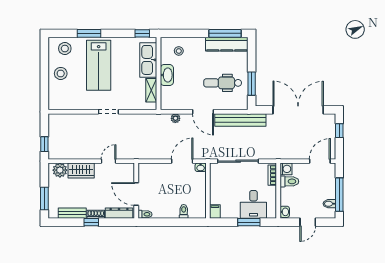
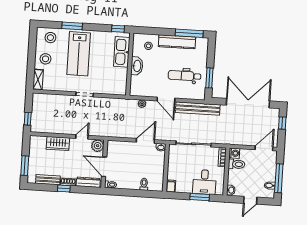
kitchen counter: (227, 44) -> (177, 42), moved
shelving: (151, 90) -> (38, 80), moved
plant: (60, 170) -> (98, 146), moved

